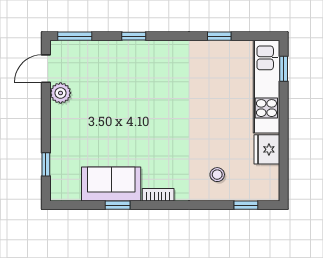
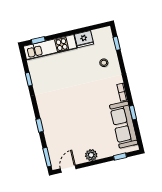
door: (46, 69) -> (68, 169), swing flipped
plant: (61, 93) -> (91, 155), moved
sofa: (111, 184) -> (124, 125), width x1.36

